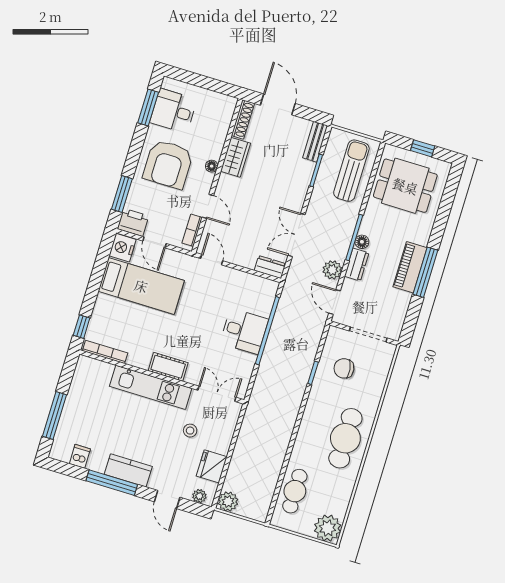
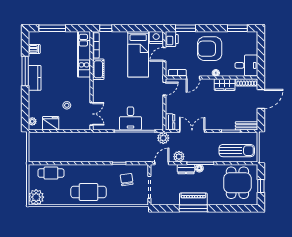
desk: (173, 111) -> (246, 65), moved, turned 90
cot: (168, 367) -> (98, 69), moved
kitchen unit: (151, 387) -> (84, 54), moved
door: (167, 499) -> (25, 104), removed
plant: (228, 502) -> (163, 138), moved

